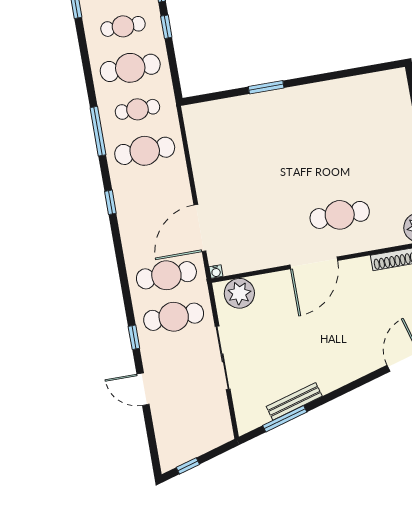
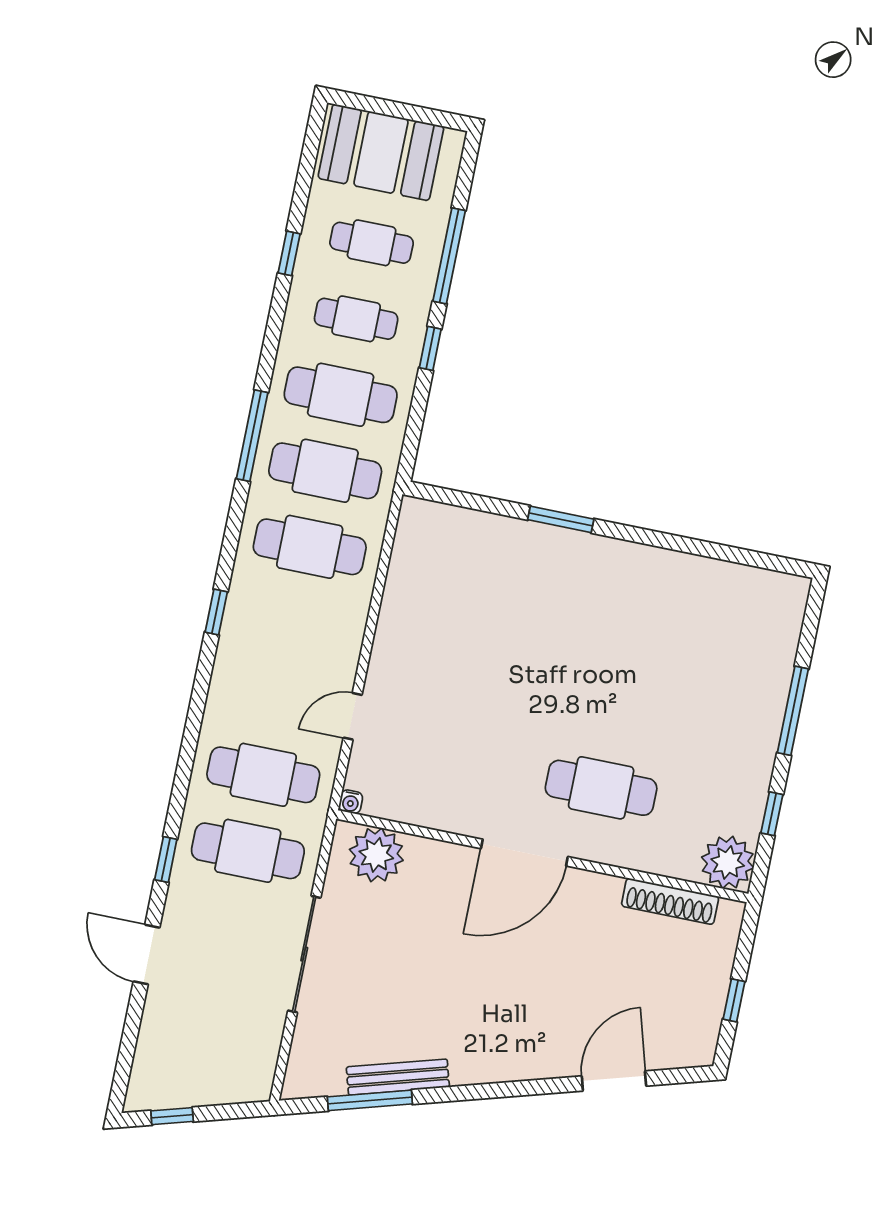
cafe table: (137, 109) -> (325, 471), width x1.37, depth x1.35
window: (98, 131) -> (252, 436), moved
door: (200, 228) -> (353, 716), width x0.53

